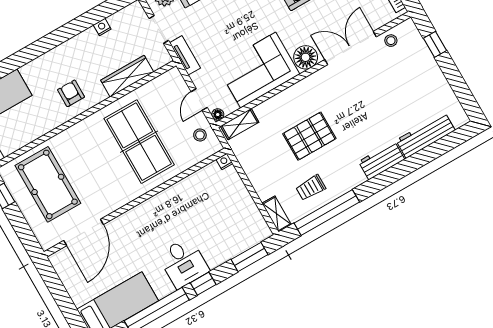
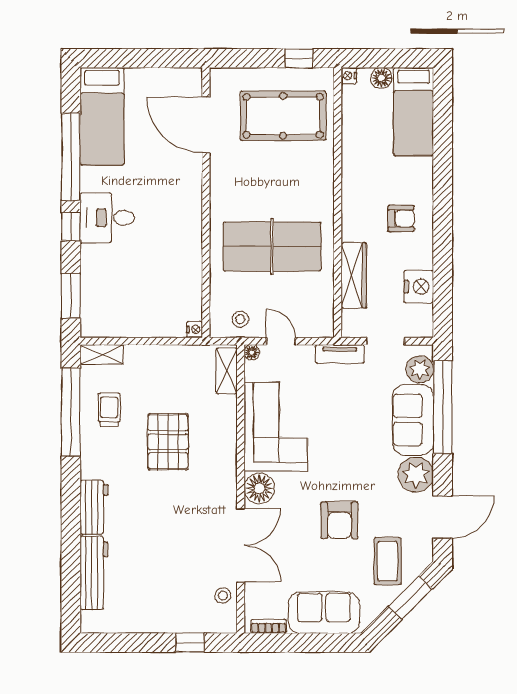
nightstand: (102, 27) -> (419, 287), width x1.89, depth x1.79
armchair: (71, 93) -> (401, 219), moved

